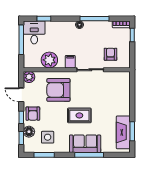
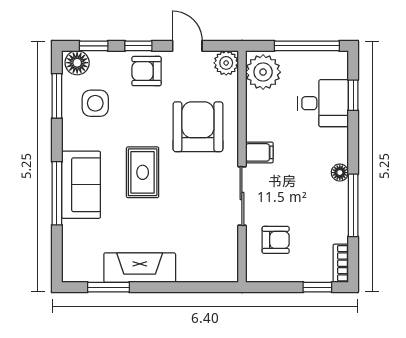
desk: (34, 32) -> (323, 103), moved
plant: (49, 60) -> (263, 72), moved
door: (21, 95) -> (187, 46), hinge flipped
floor lamp: (29, 132) -> (77, 63), moved
fireplace: (123, 132) -> (140, 268), moved

